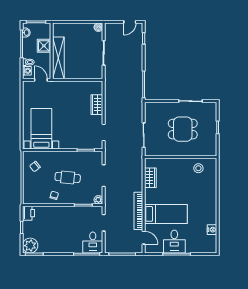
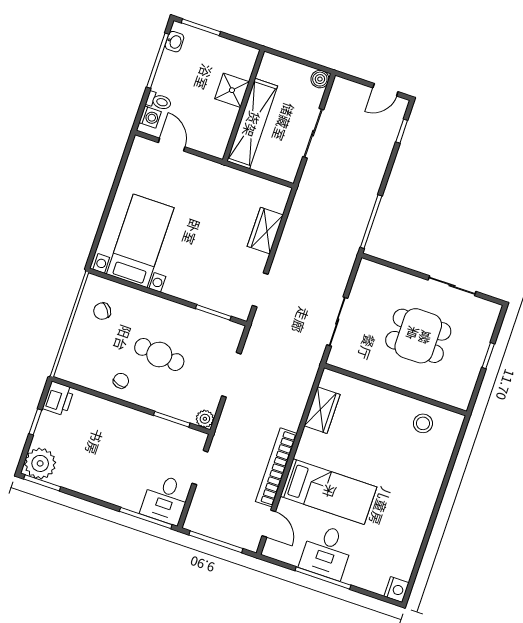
shower: (44, 46) -> (232, 90), moved
wall: (52, 51) -> (244, 105), moved
shelving: (58, 58) -> (252, 124), moved
nightstand: (212, 230) -> (397, 590), moved

